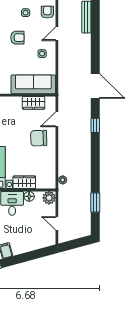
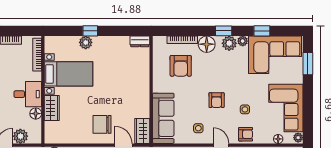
wardrobe: (34, 103) -> (142, 131), moved
chair: (39, 138) -> (102, 124), turned -88
plant: (49, 198) -> (20, 136), moved

